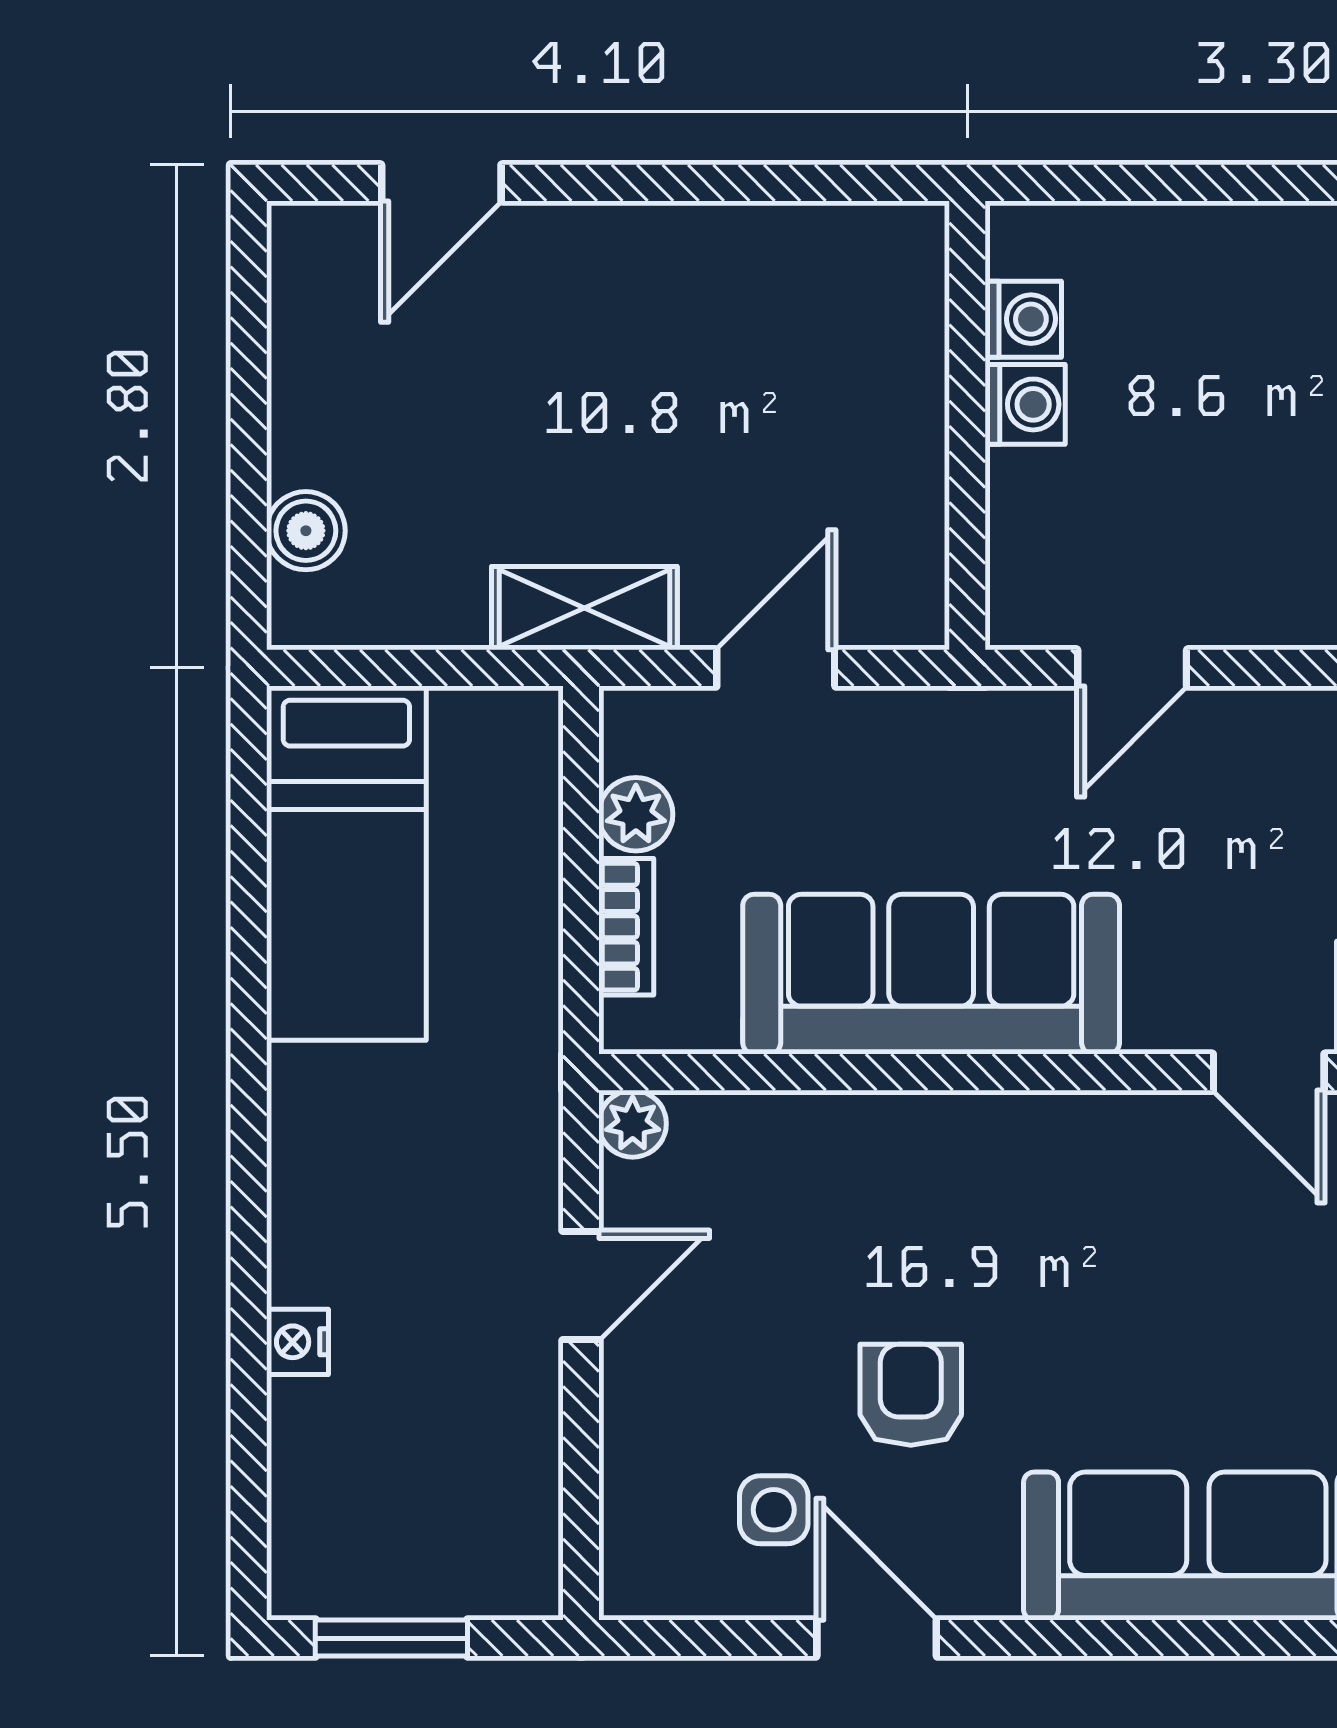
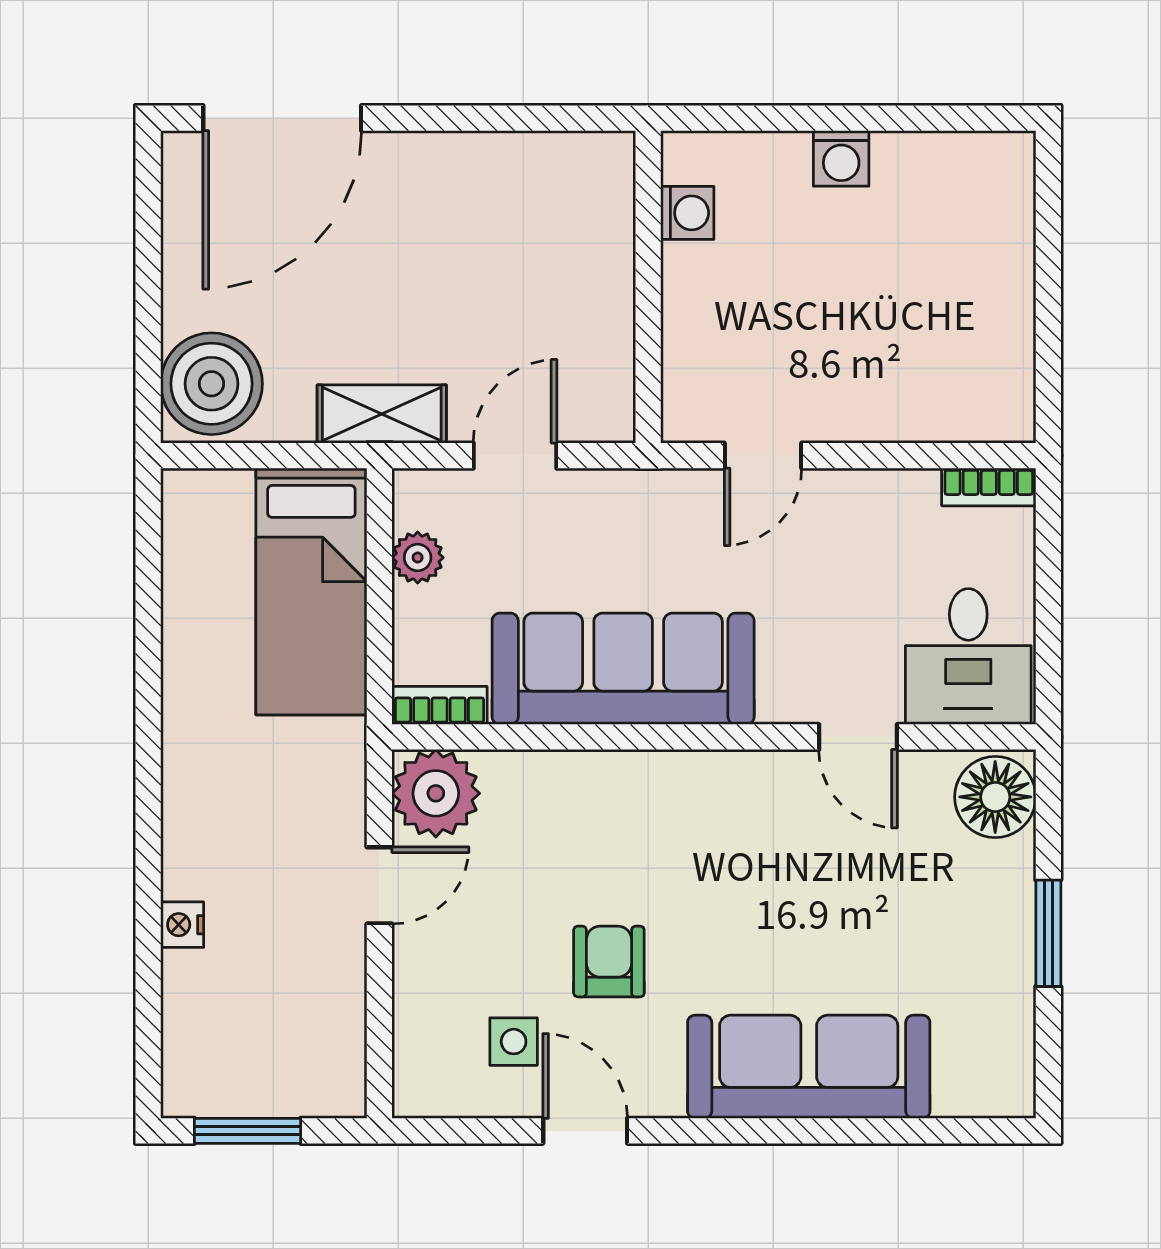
door: (441, 183) -> (282, 118), width x1.88
washing machine: (1025, 404) -> (841, 158), moved, turned 90
boiler: (306, 531) -> (212, 384), width x1.86, depth x1.86
bed: (346, 863) -> (311, 592), moved
bookcase: (626, 927) -> (440, 705), moved, turned -90
plant: (633, 1124) -> (436, 793), width x1.88, depth x1.88

